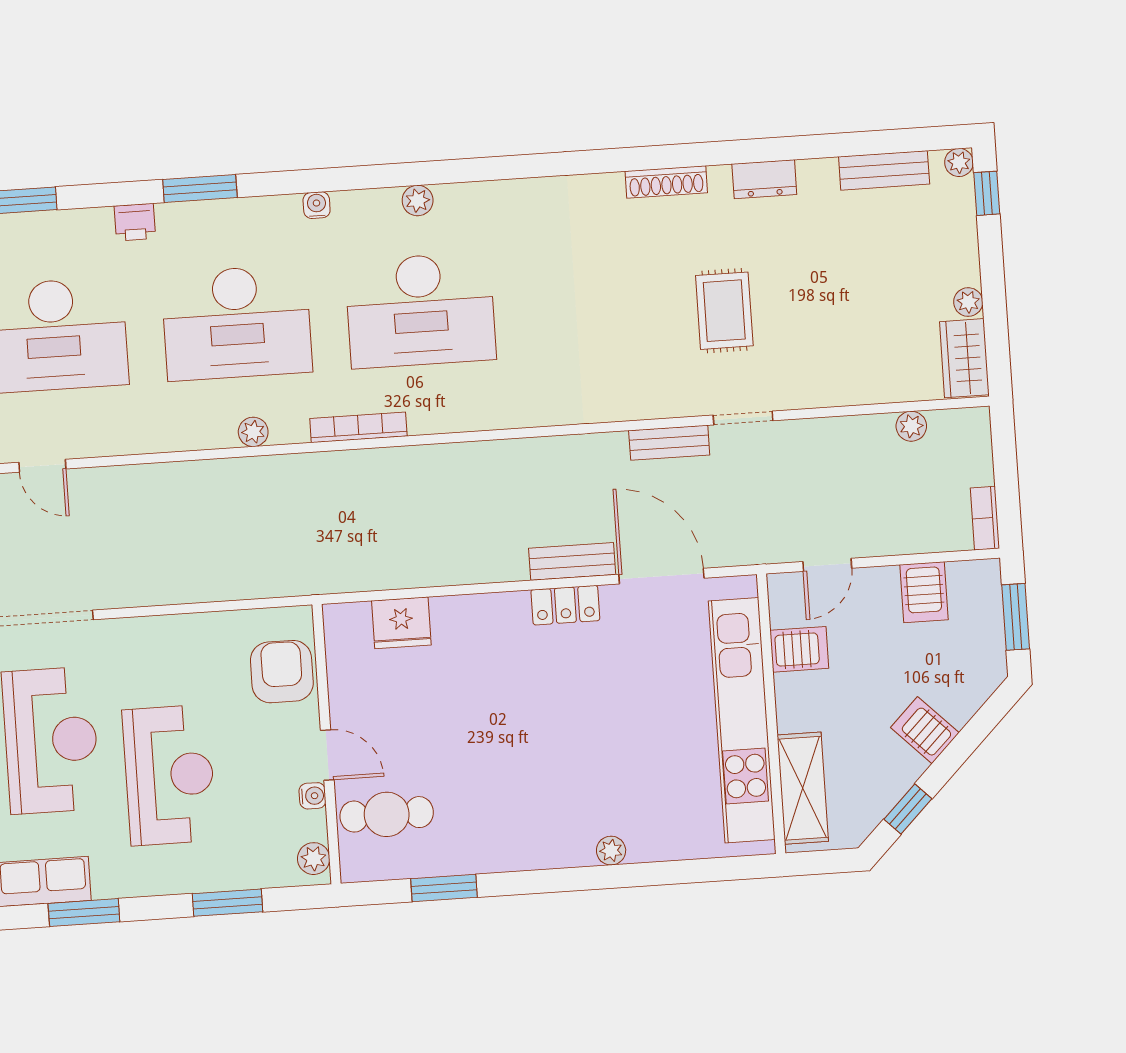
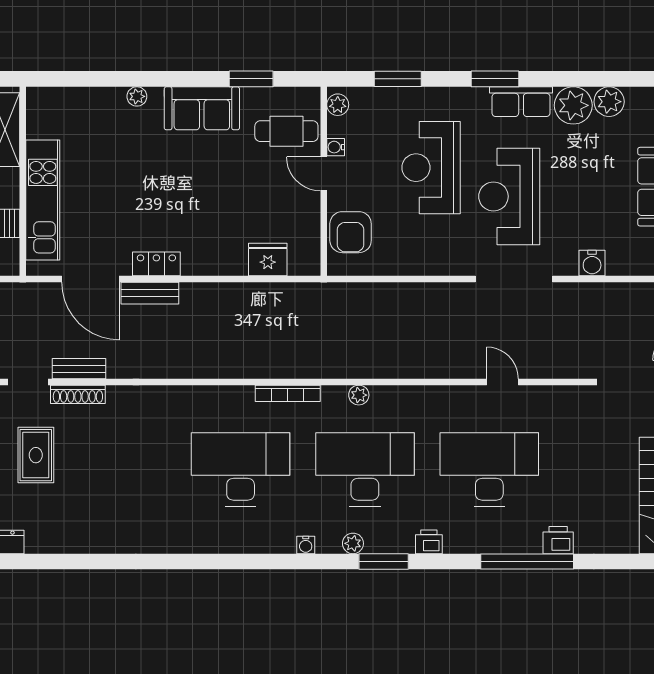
shoe rack: (666, 182) -> (78, 394), moved, turned 180
plant: (418, 201) -> (353, 543), moved
kitchen unit: (742, 720) -> (43, 200), width x0.73
sofa: (514, 840) -> (202, 108), added

